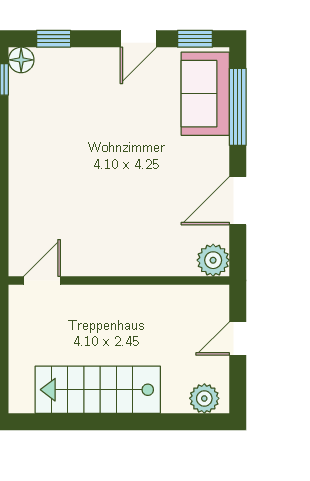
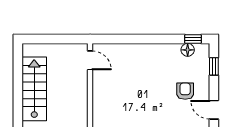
floor lamp: (21, 60) -> (188, 50), moved
armchair: (102, 95) -> (185, 91), added

